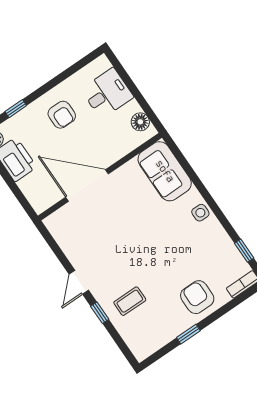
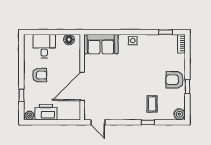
door: (79, 282) -> (98, 122), moved
armchair: (197, 297) -> (175, 80), moved
plant: (142, 349) -> (179, 114), added

